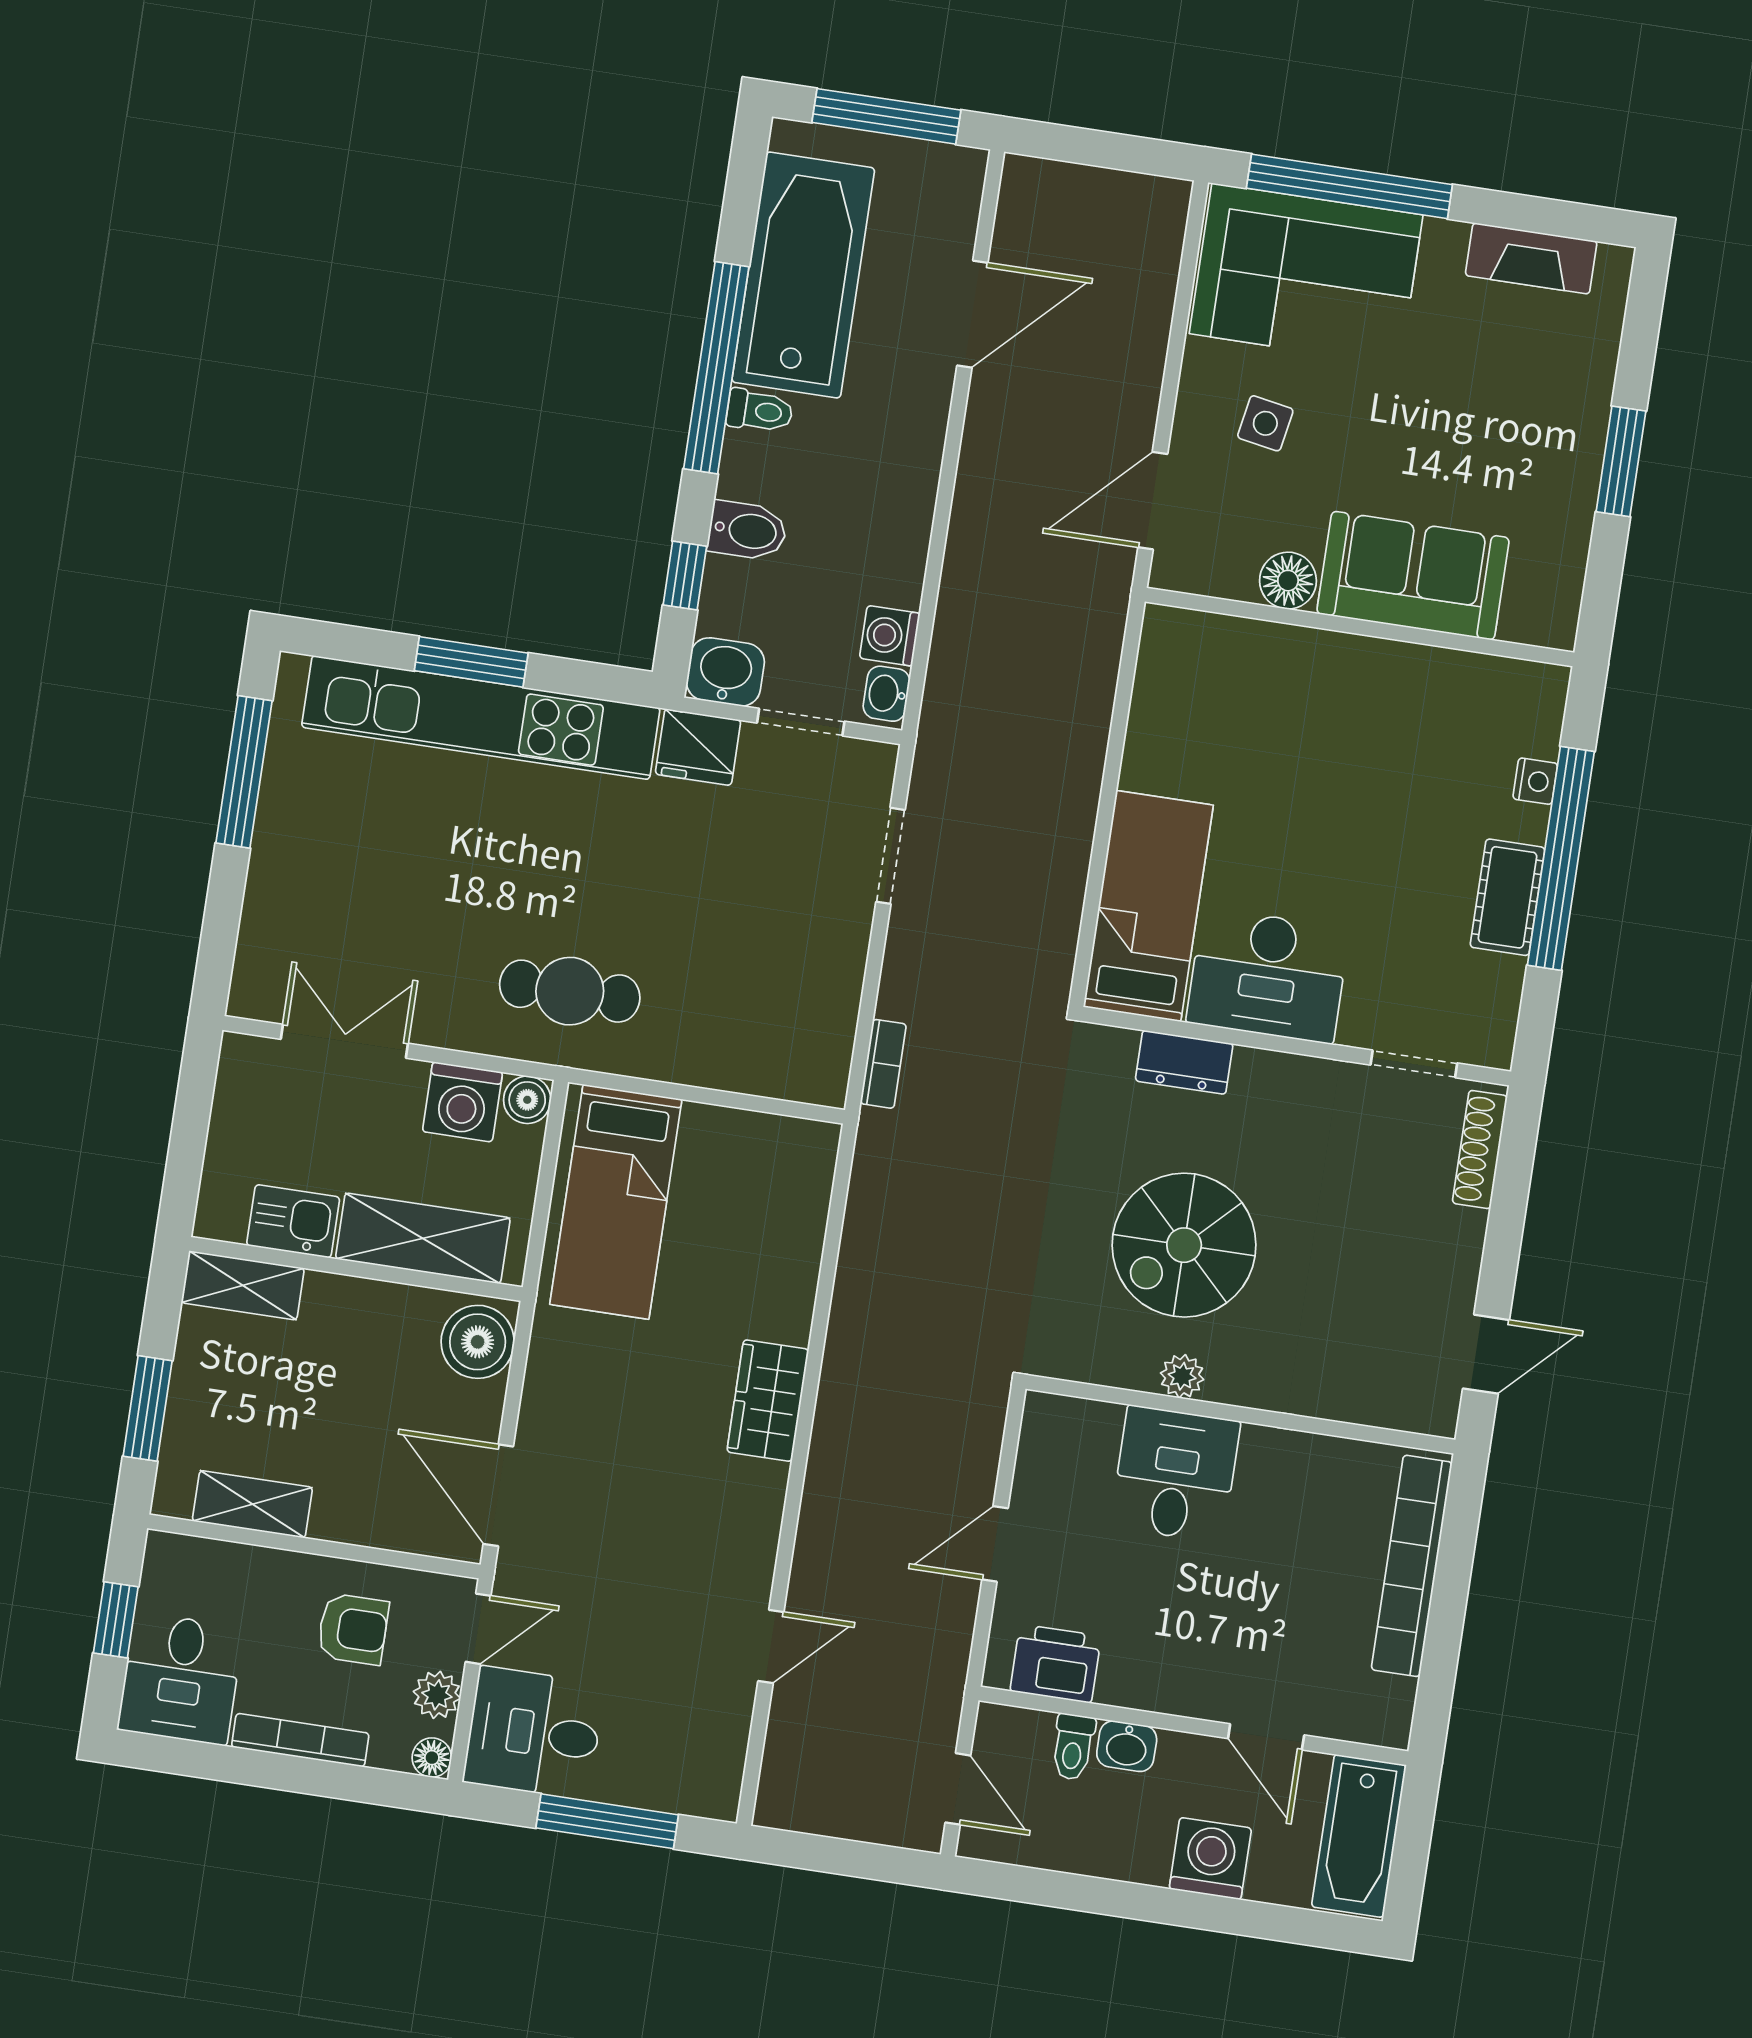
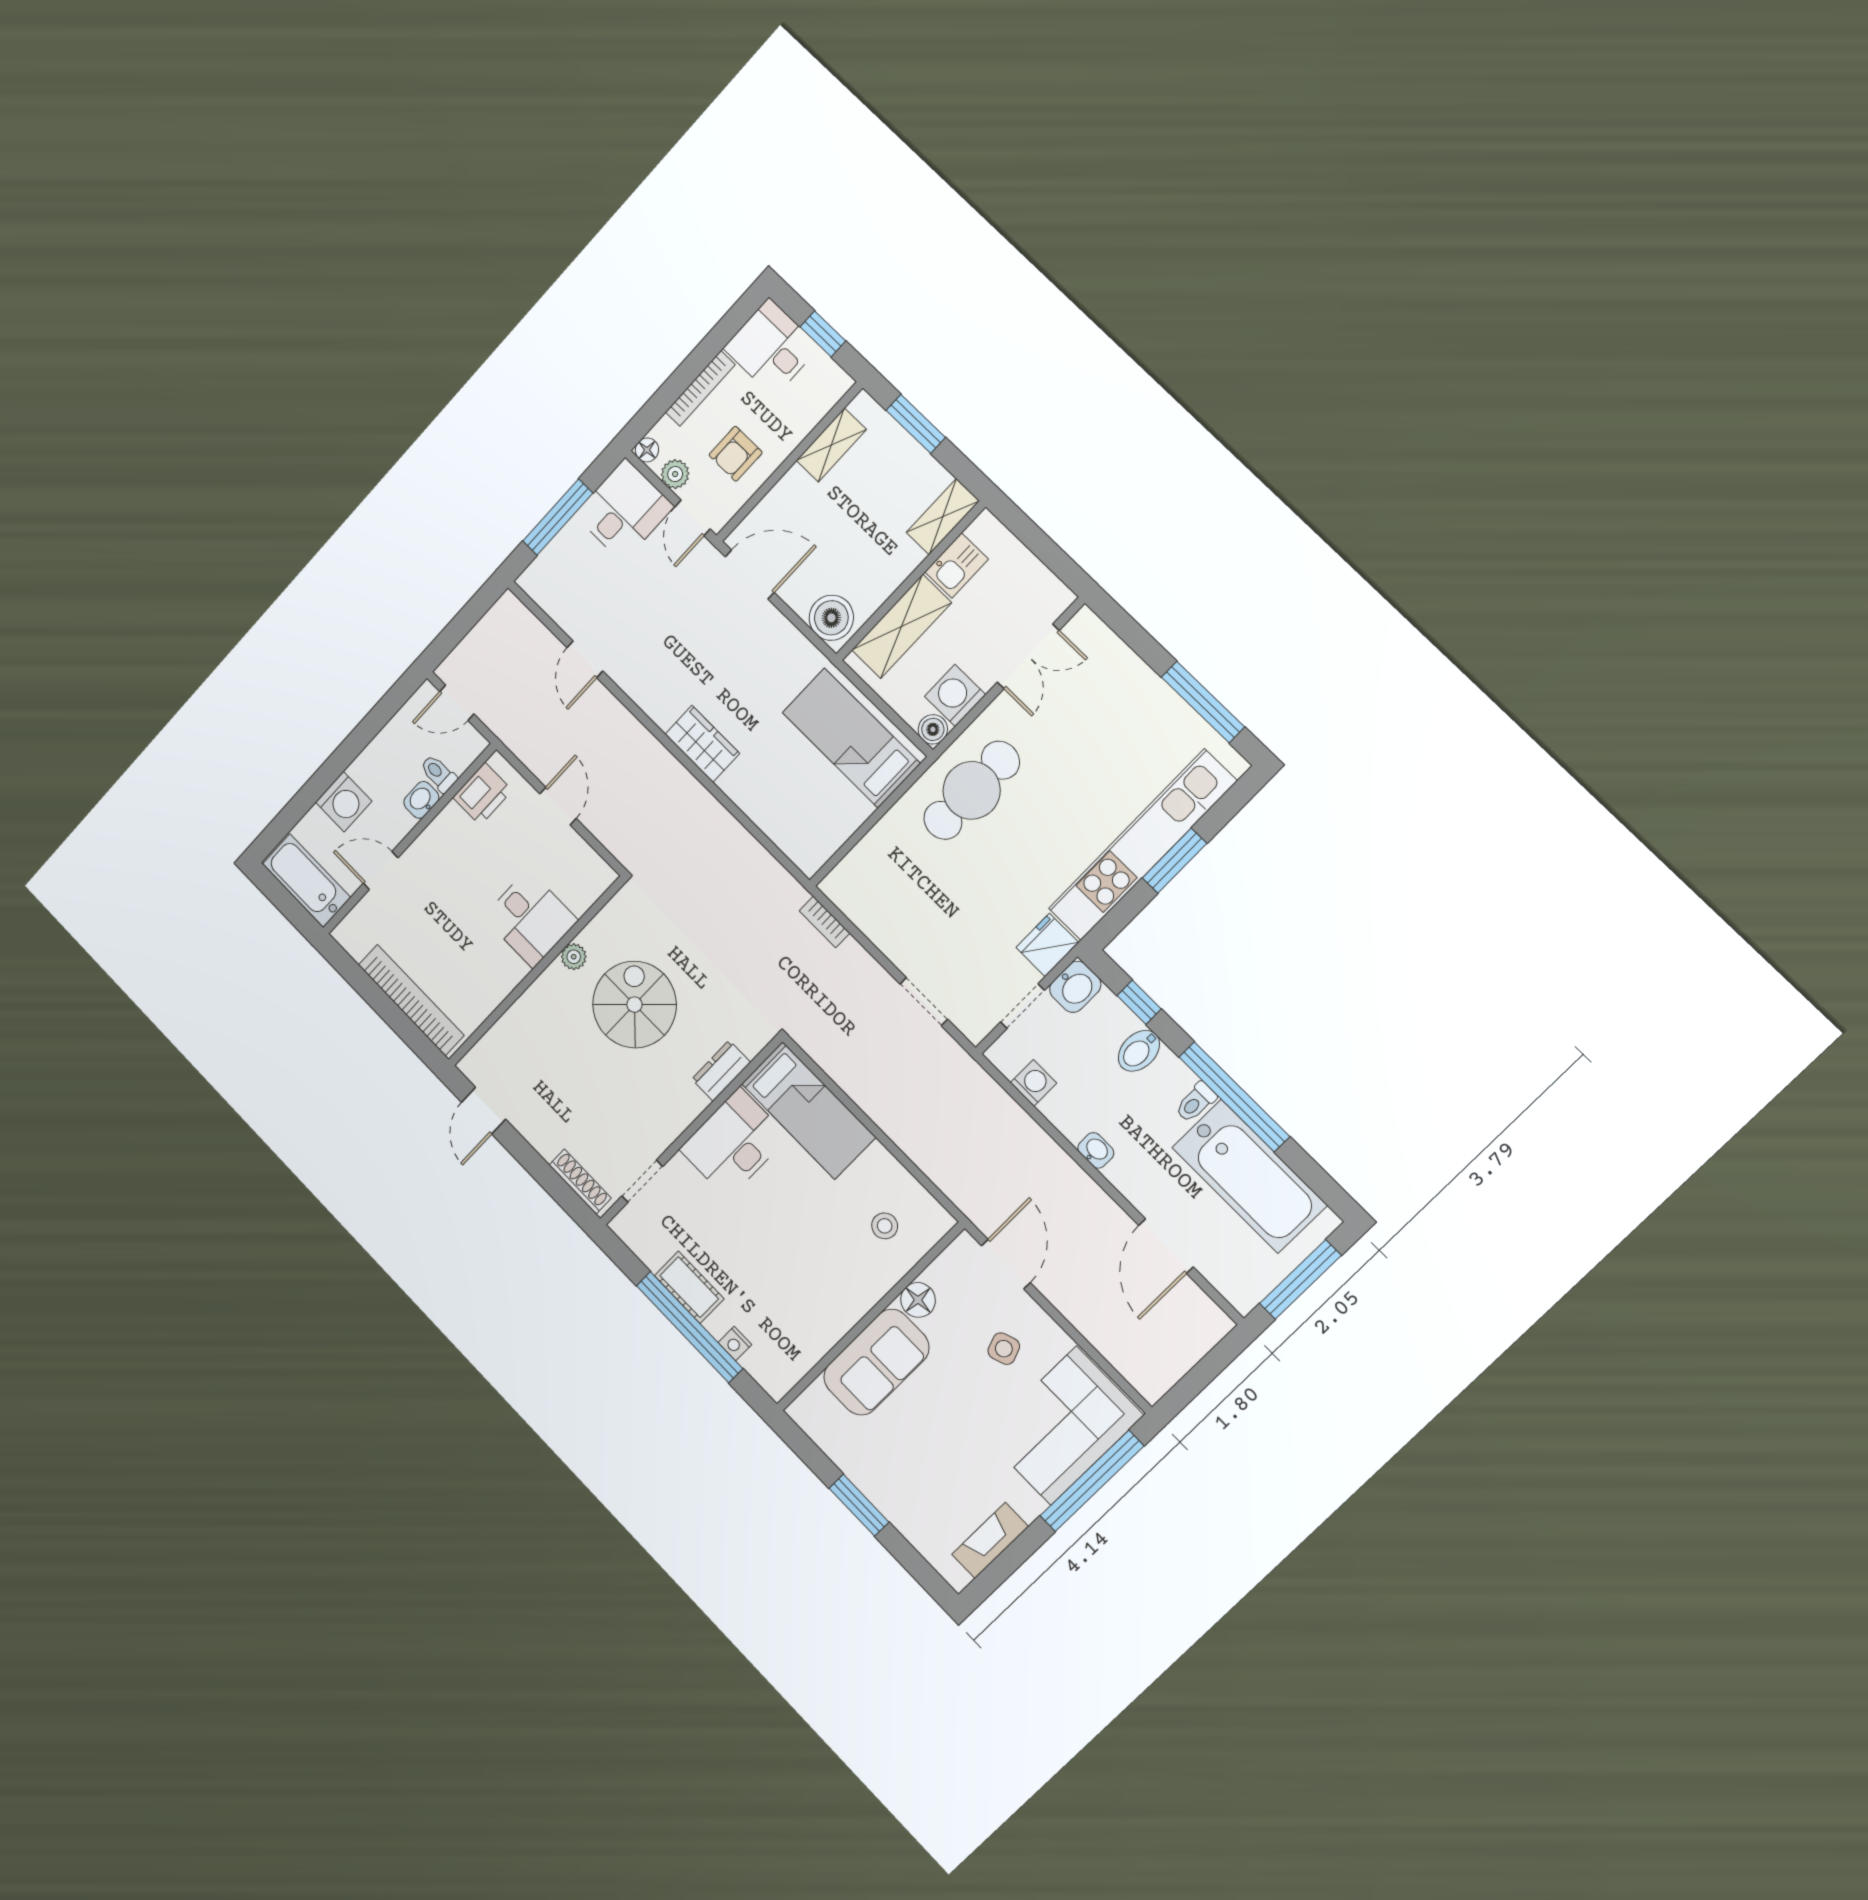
side table: (1265, 423) -> (1004, 1349), turned -30
washbasin: (886, 694) -> (1096, 1150), moved
stool: (1224, 695) -> (885, 1226), added
cafe table: (570, 991) -> (972, 790), width x1.37, depth x1.35

